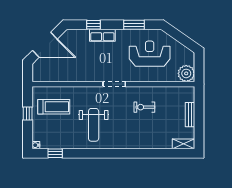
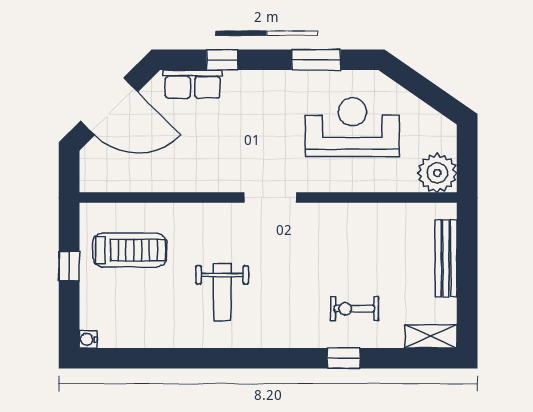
row of seats: (102, 35) -> (193, 84), moved
exercise bike: (144, 107) -> (354, 309), moved
bench: (190, 115) -> (446, 258), width x1.36
weight bench: (94, 125) -> (222, 292), width x0.73, depth x0.75
window: (55, 153) -> (343, 358), moved

